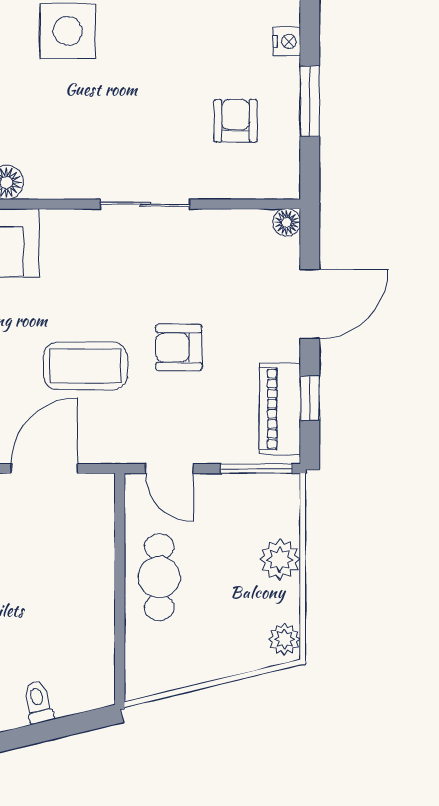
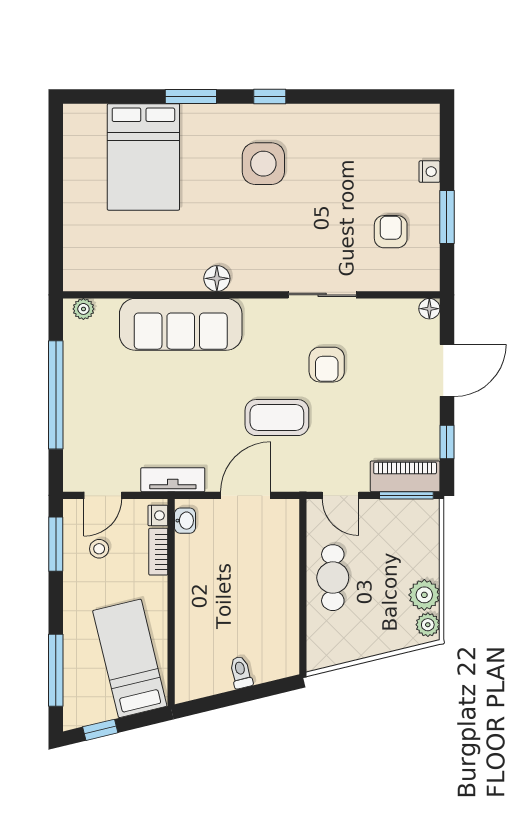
armchair: (179, 348) -> (327, 365), moved, turned -90
piano: (280, 409) -> (405, 476), moved, turned 90
plant: (280, 559) -> (424, 595), moved

